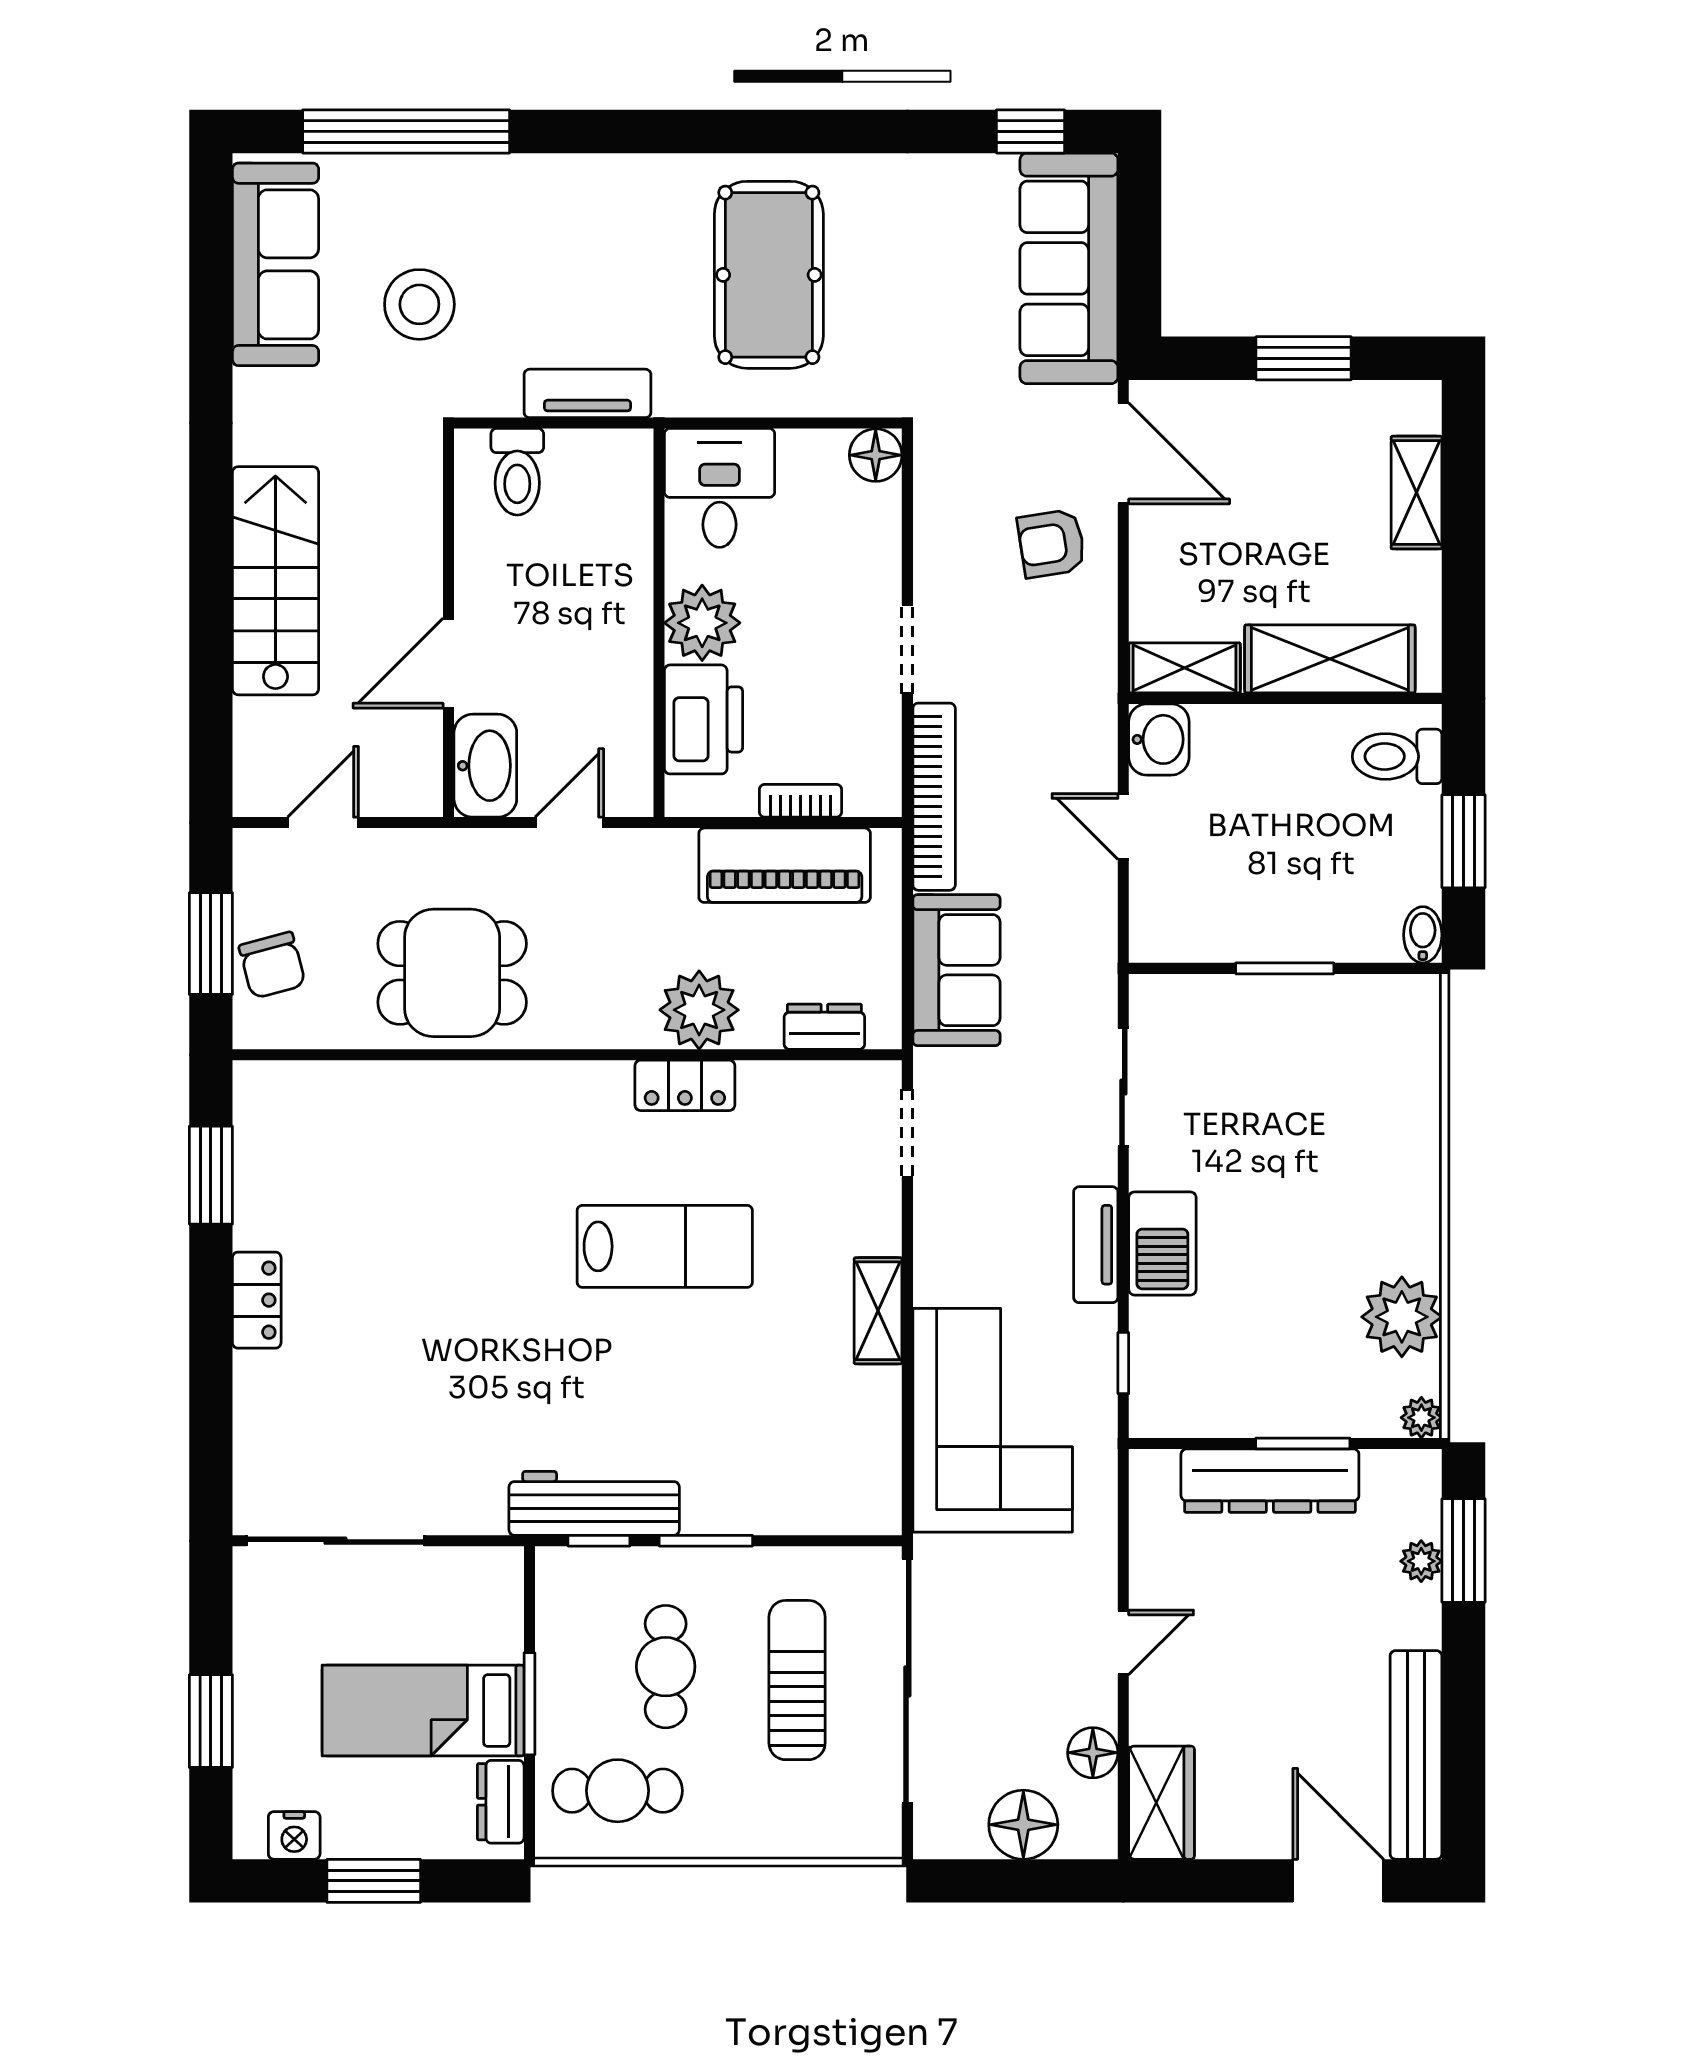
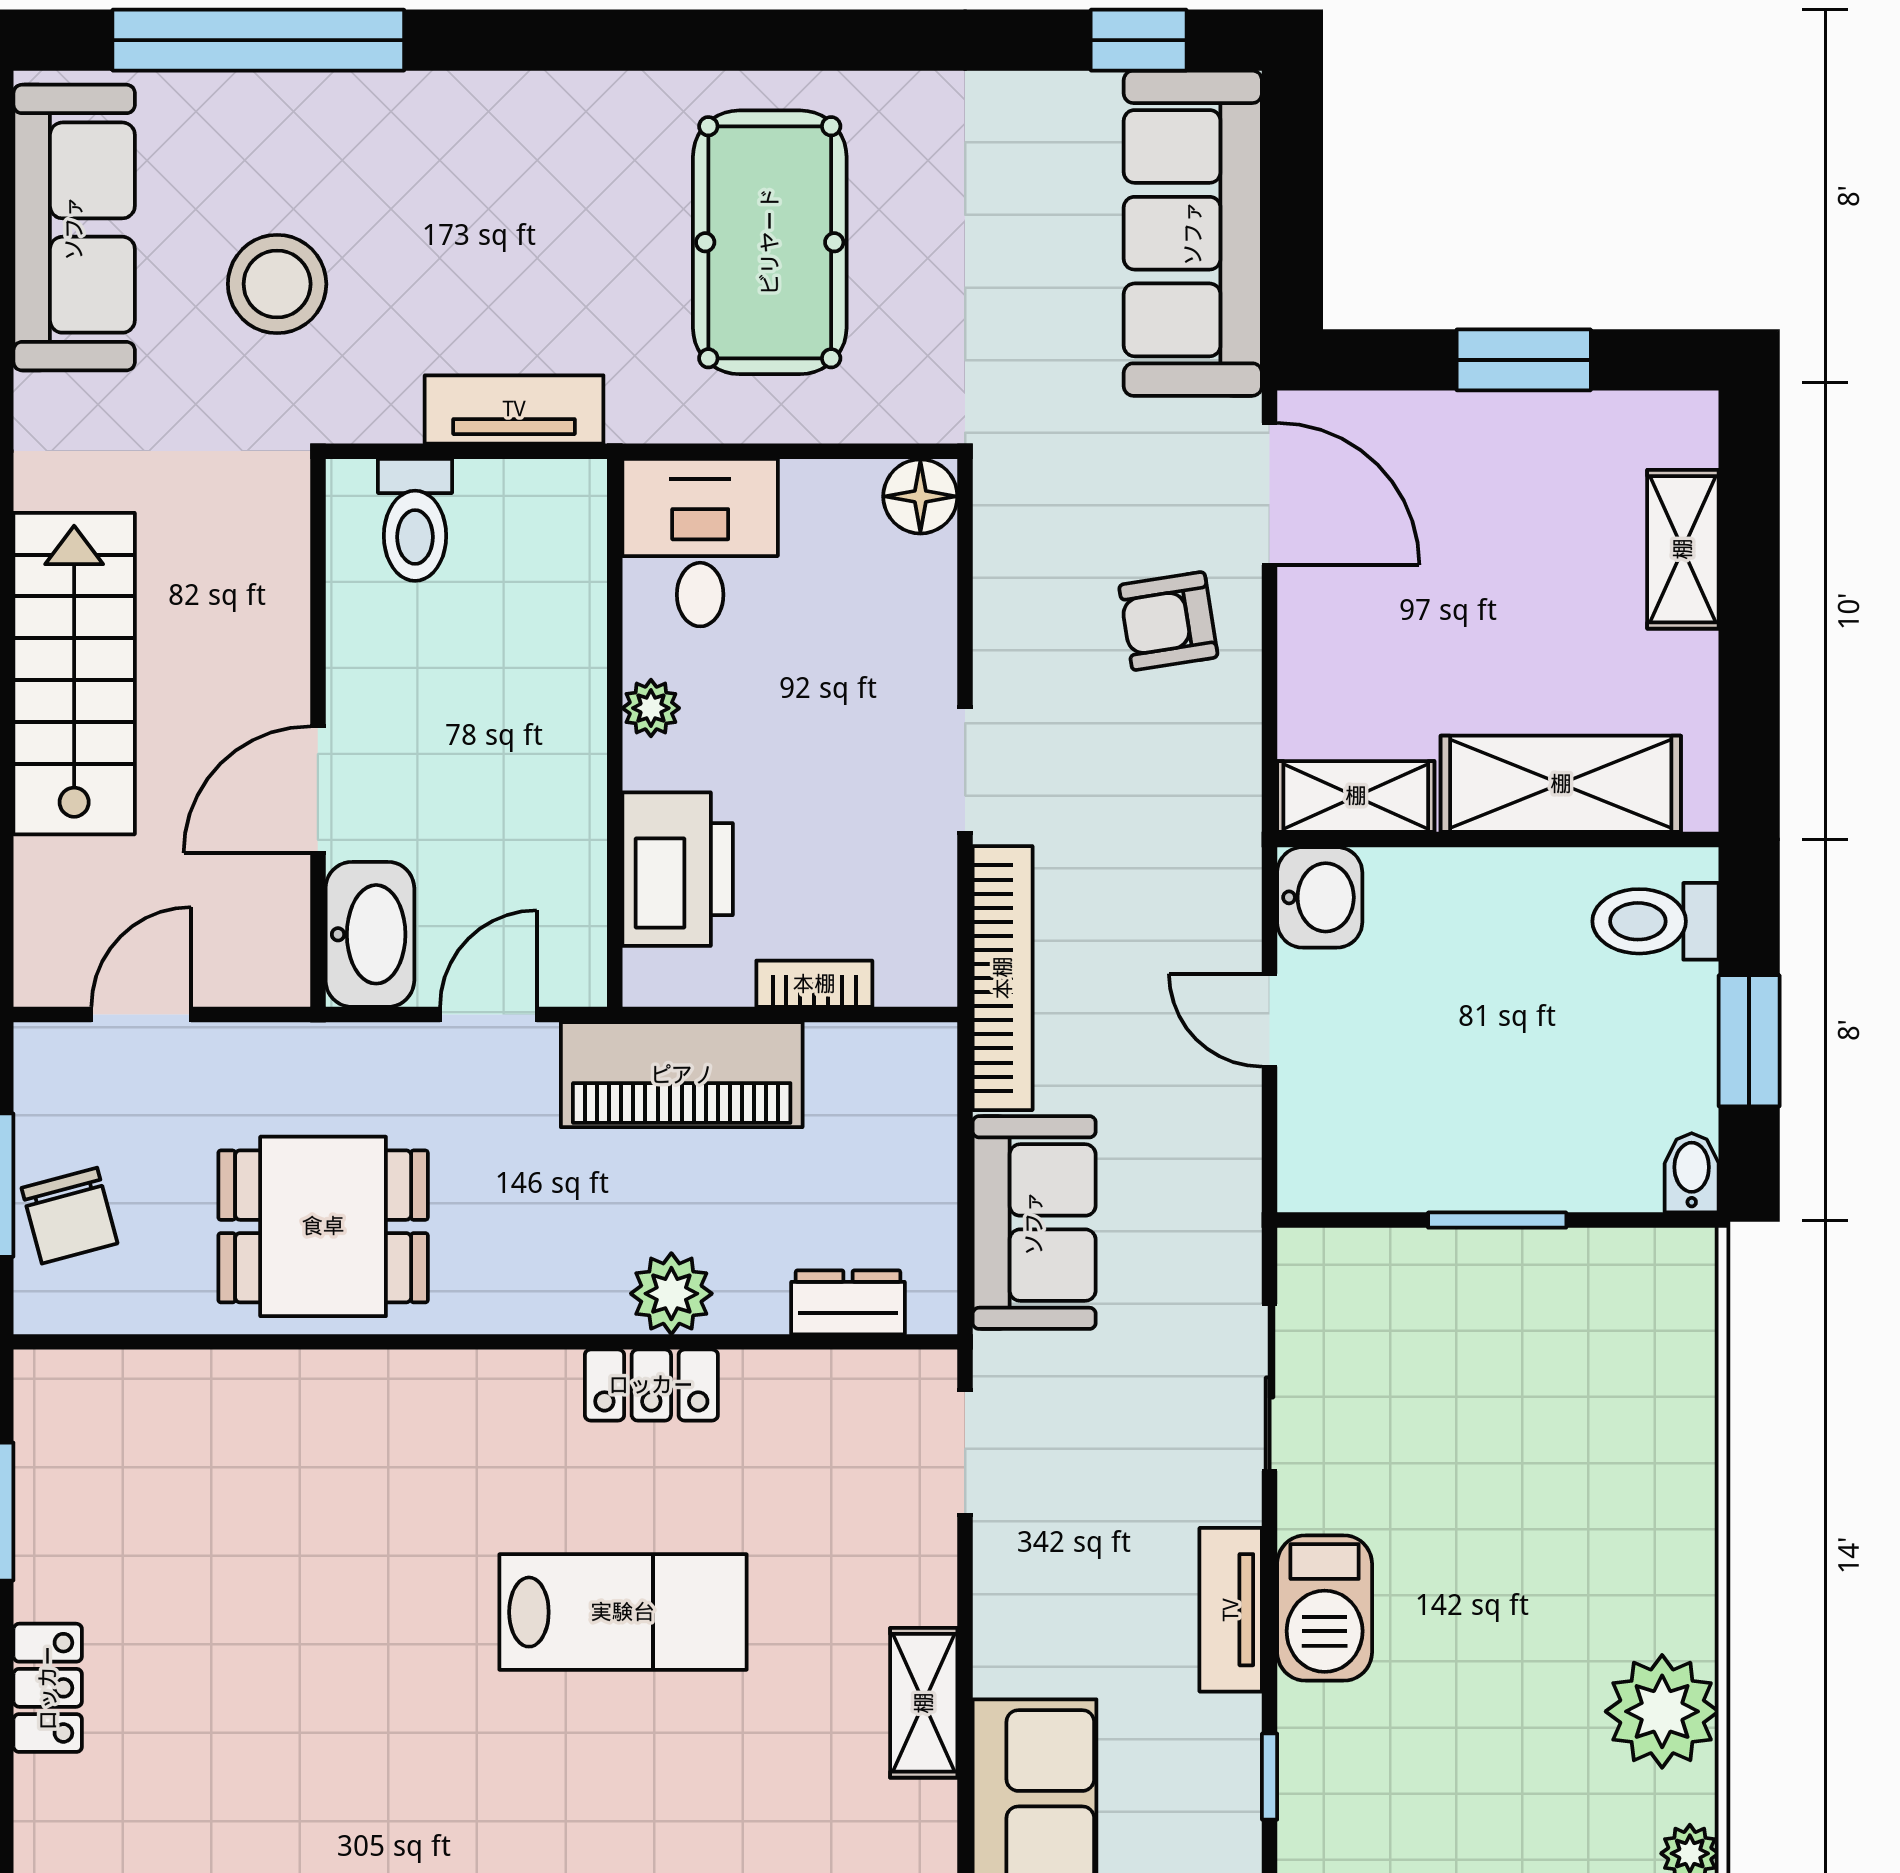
plant: (702, 623) -> (651, 708), width x0.53, depth x0.53
piano: (785, 865) -> (682, 1075), moved
plant: (699, 1010) -> (671, 1294), width x0.73, depth x0.73

